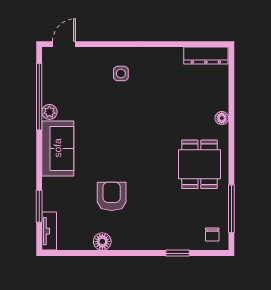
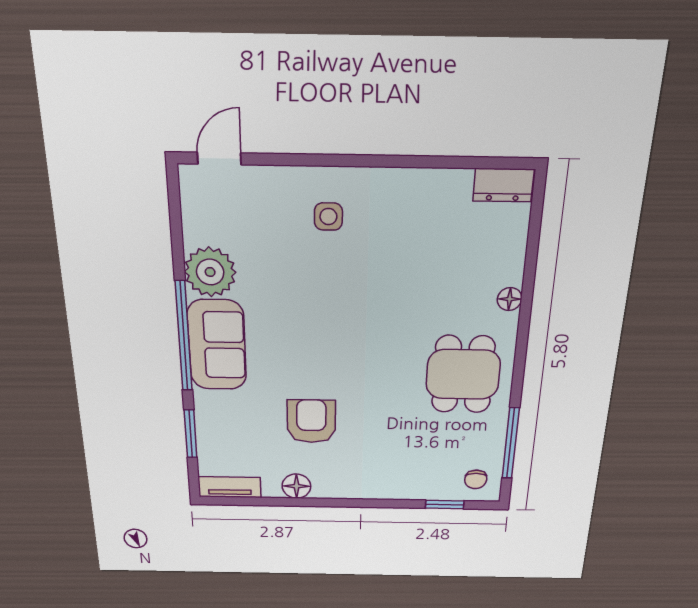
dresser: (206, 55) -> (503, 185), width x0.70
window: (39, 97) -> (184, 337), moved
plant: (49, 112) -> (210, 272), width x1.88, depth x1.88
tv unit: (49, 231) -> (230, 487), moved, turned -90
window: (178, 253) -> (445, 505), moved

